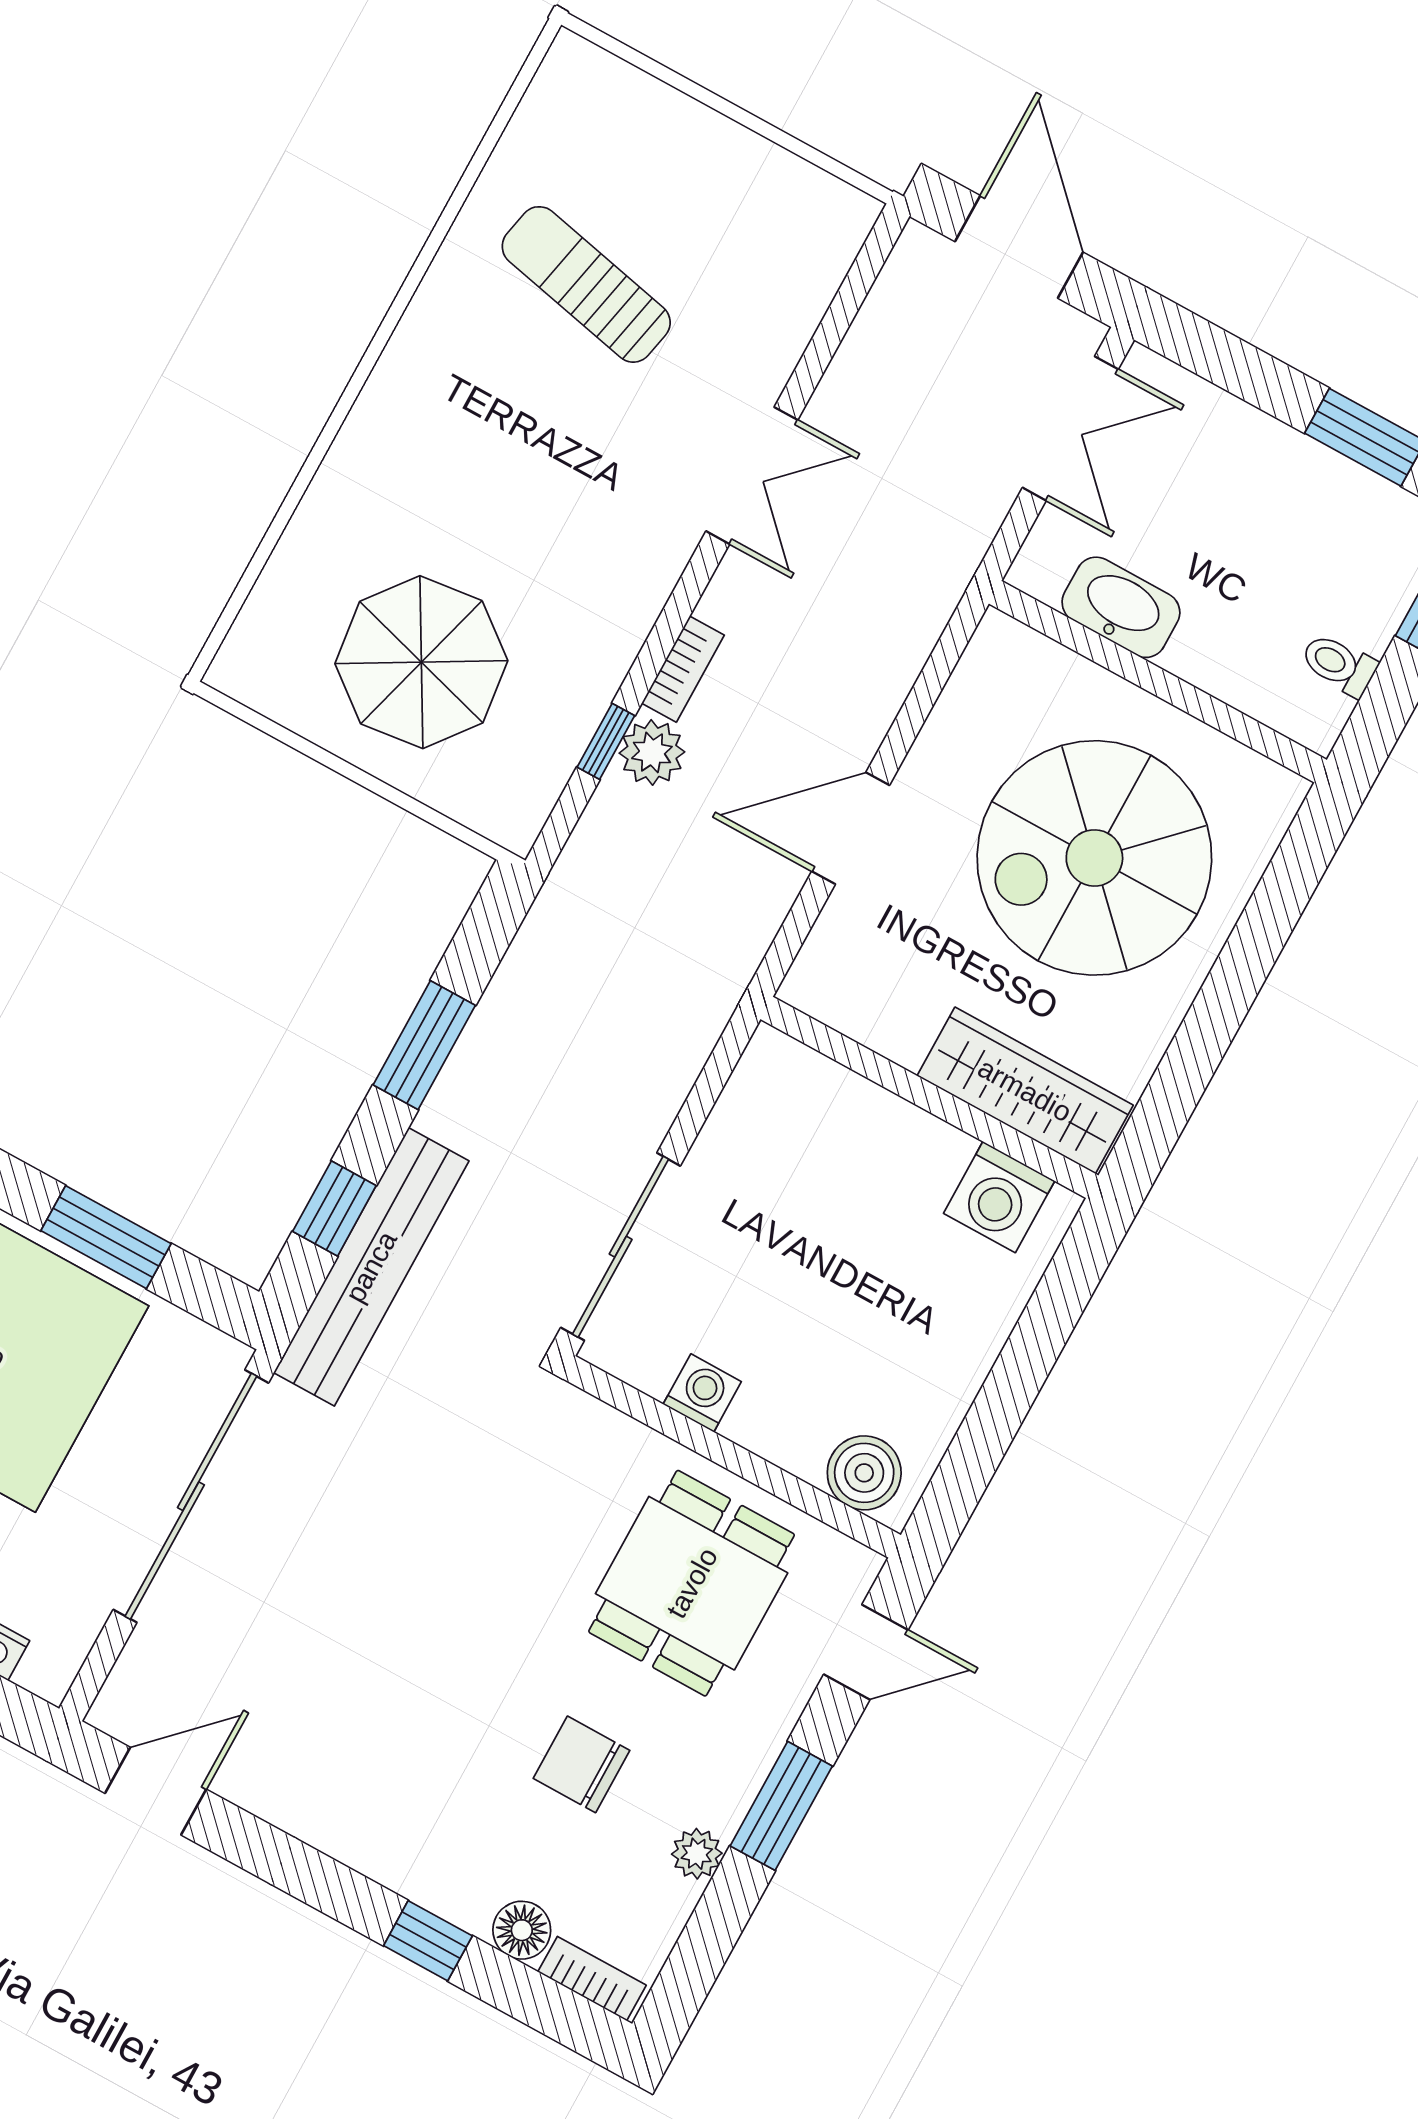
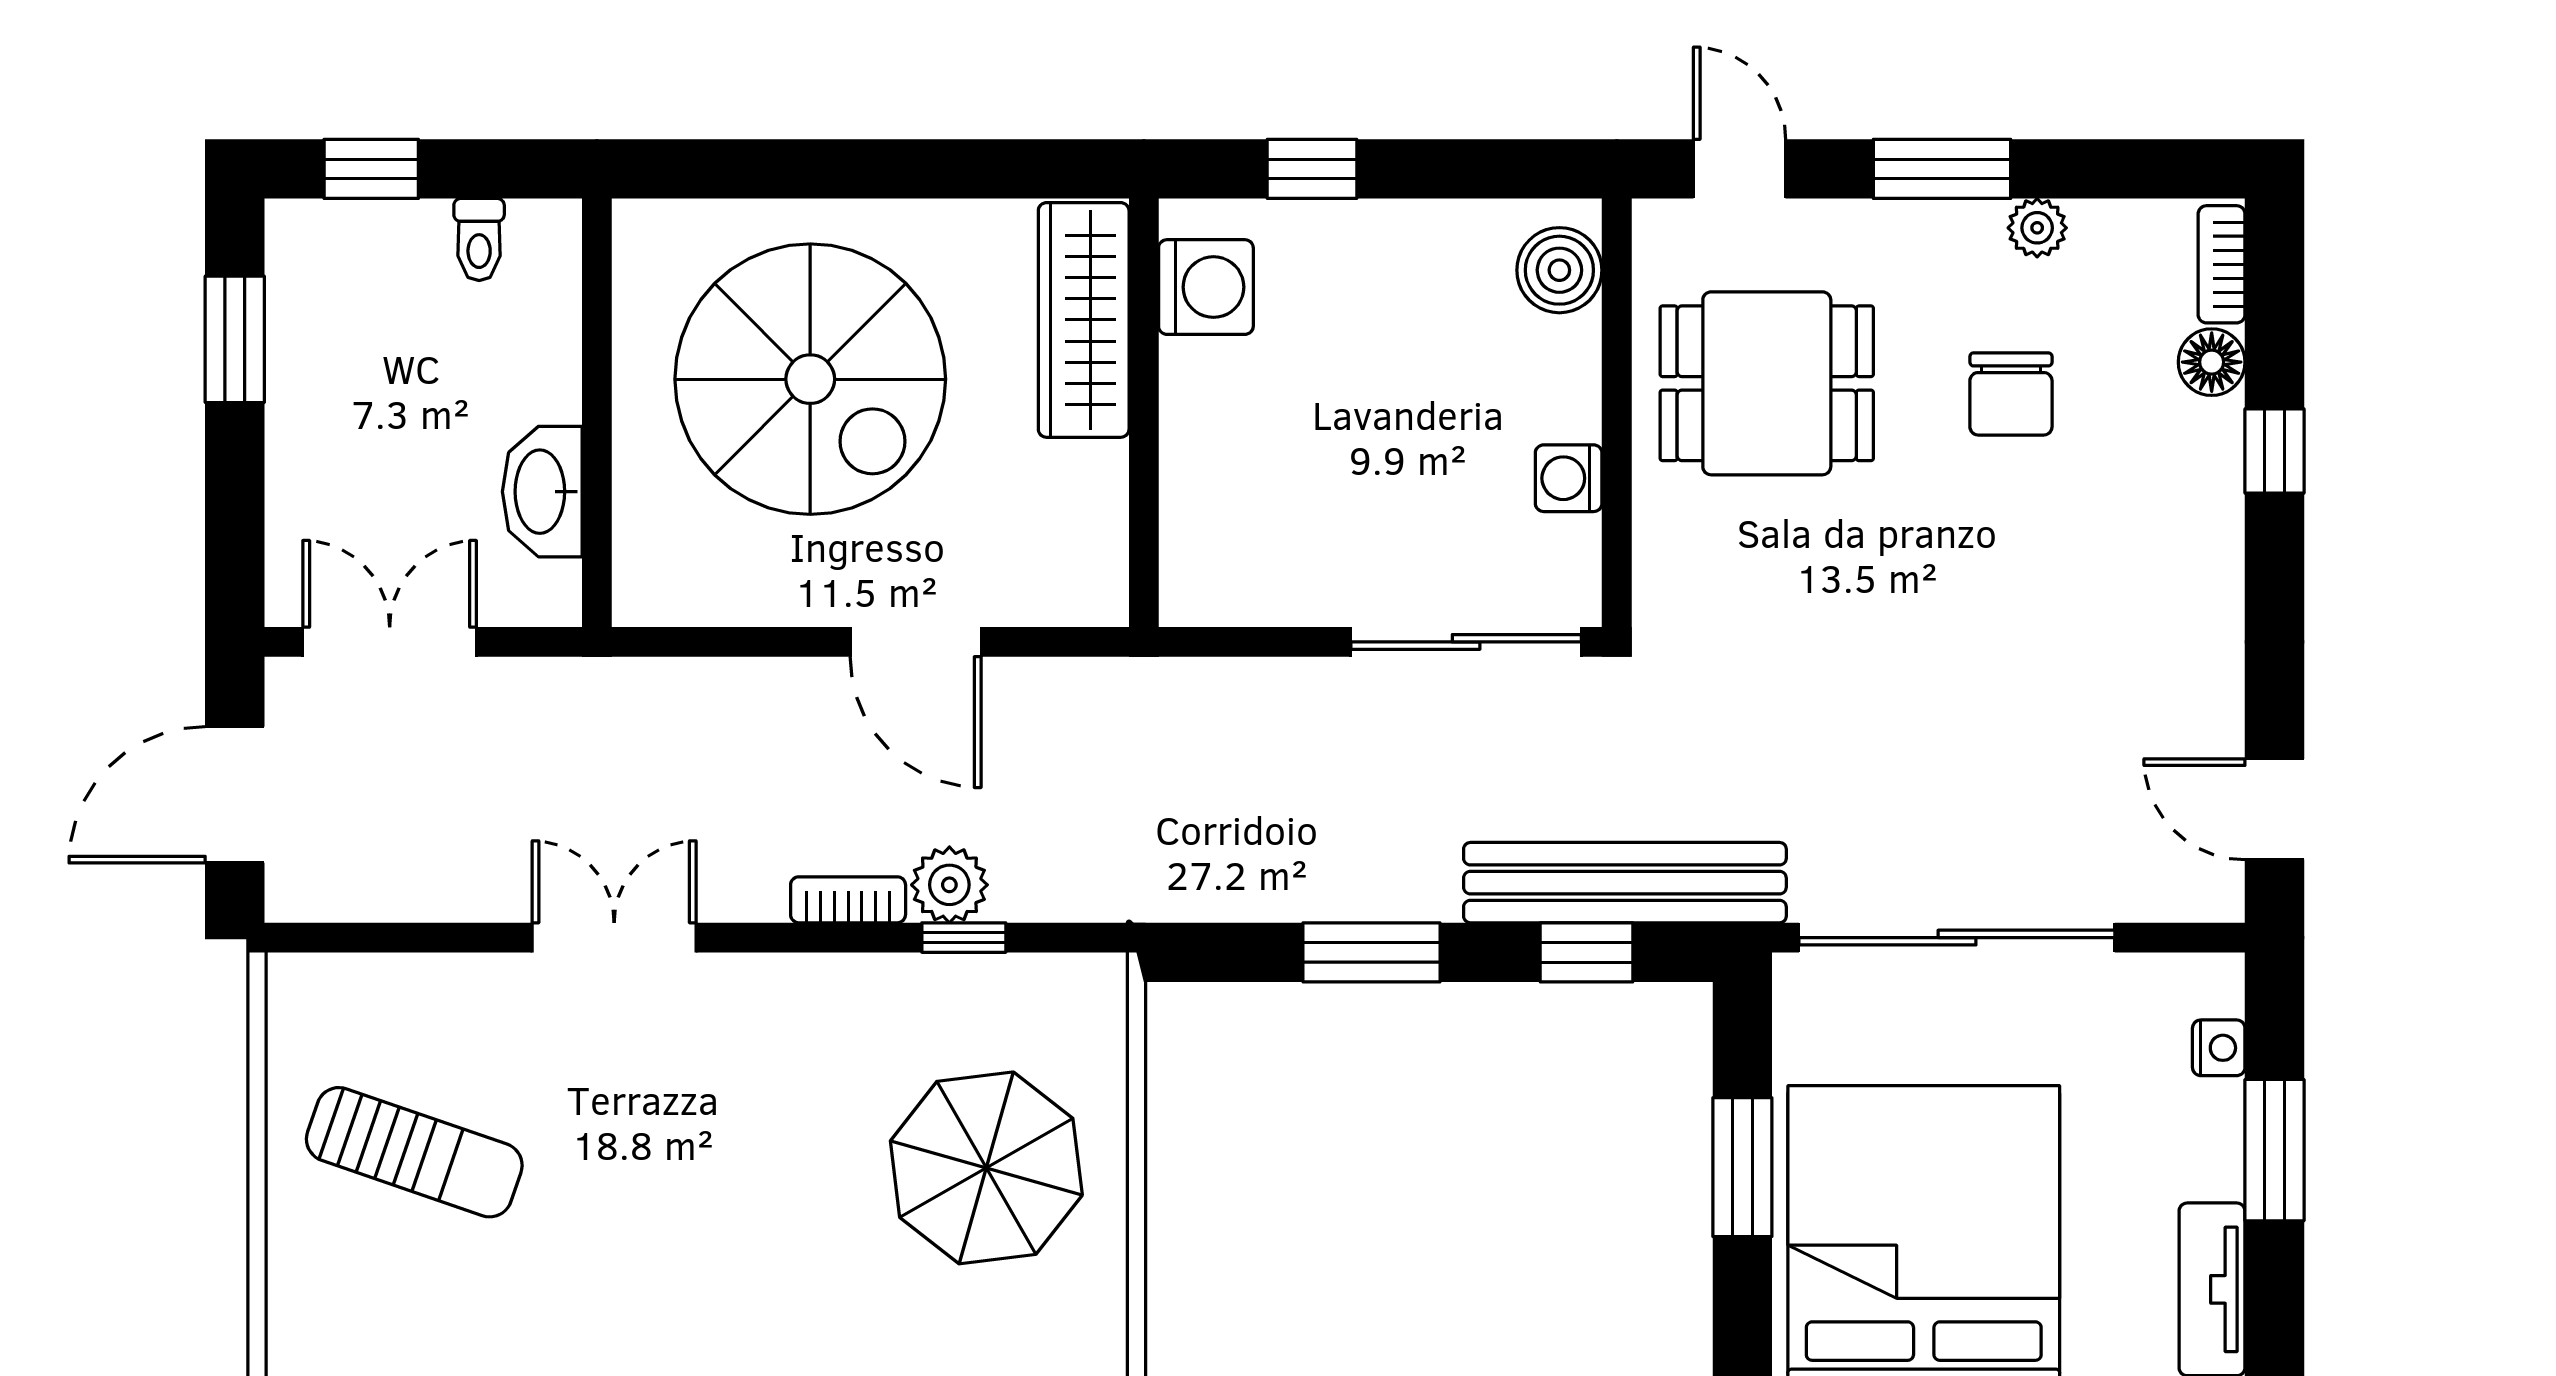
sun lounger: (586, 284) -> (414, 1152), moved, turned -83
window: (1045, 1327) -> (1312, 169), added

